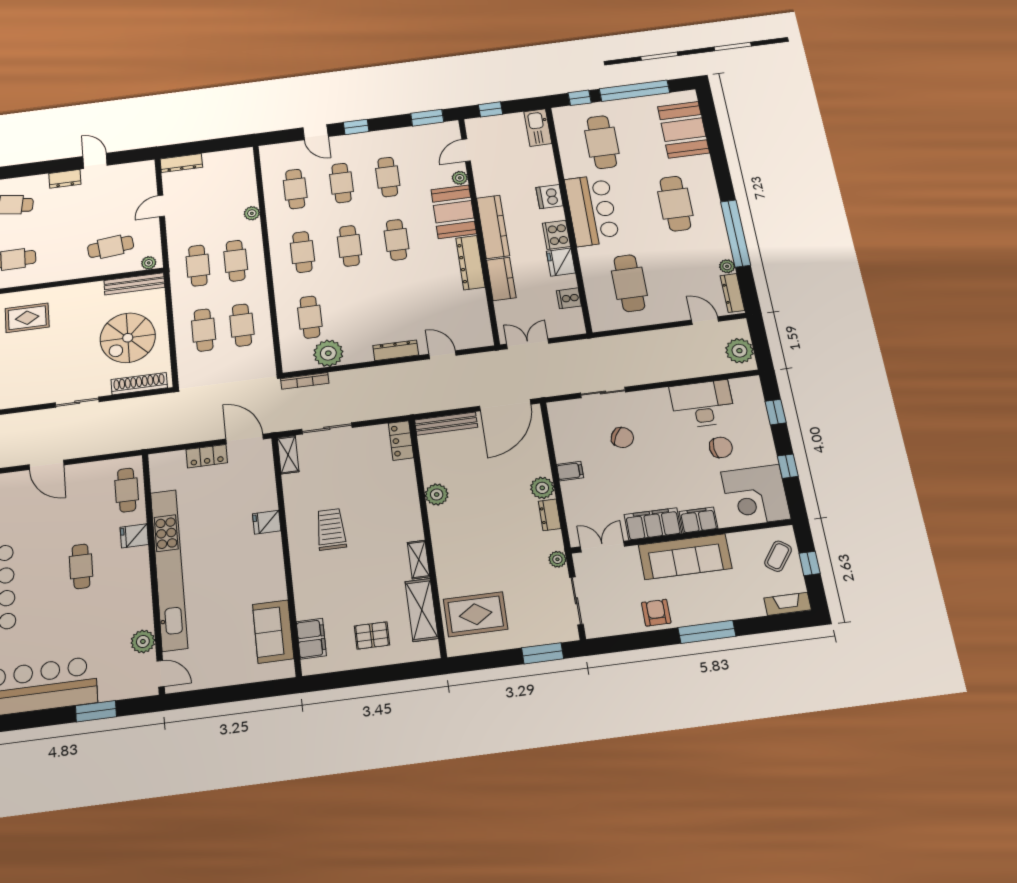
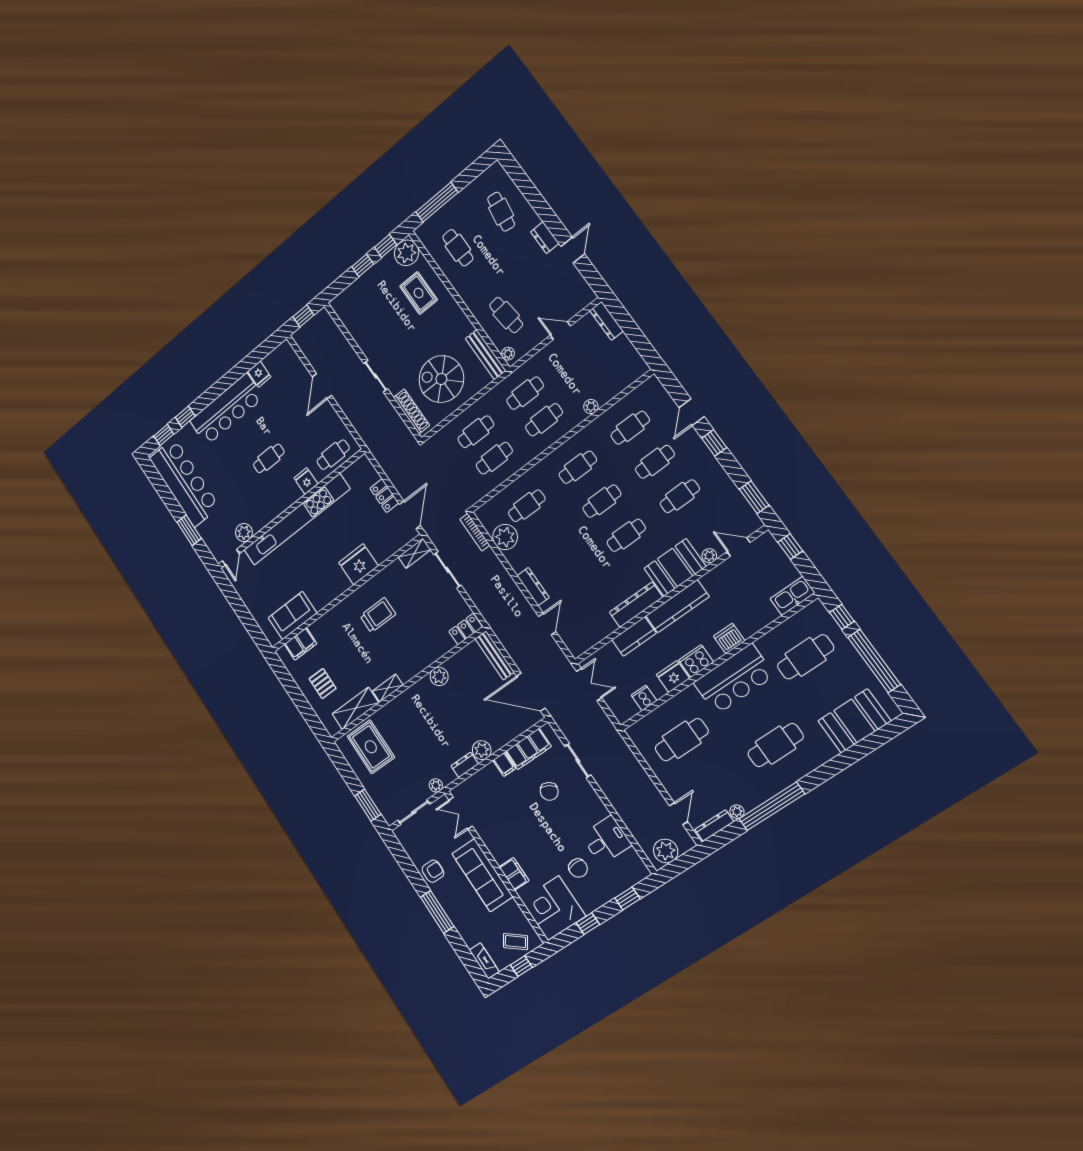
desk: (702, 404) -> (606, 840), width x0.73
fridge: (267, 522) -> (358, 564), width x1.88, depth x1.34
filing cabinet: (653, 524) -> (528, 749), moved, turned 90
double door: (602, 547) -> (461, 813), swing flipped

